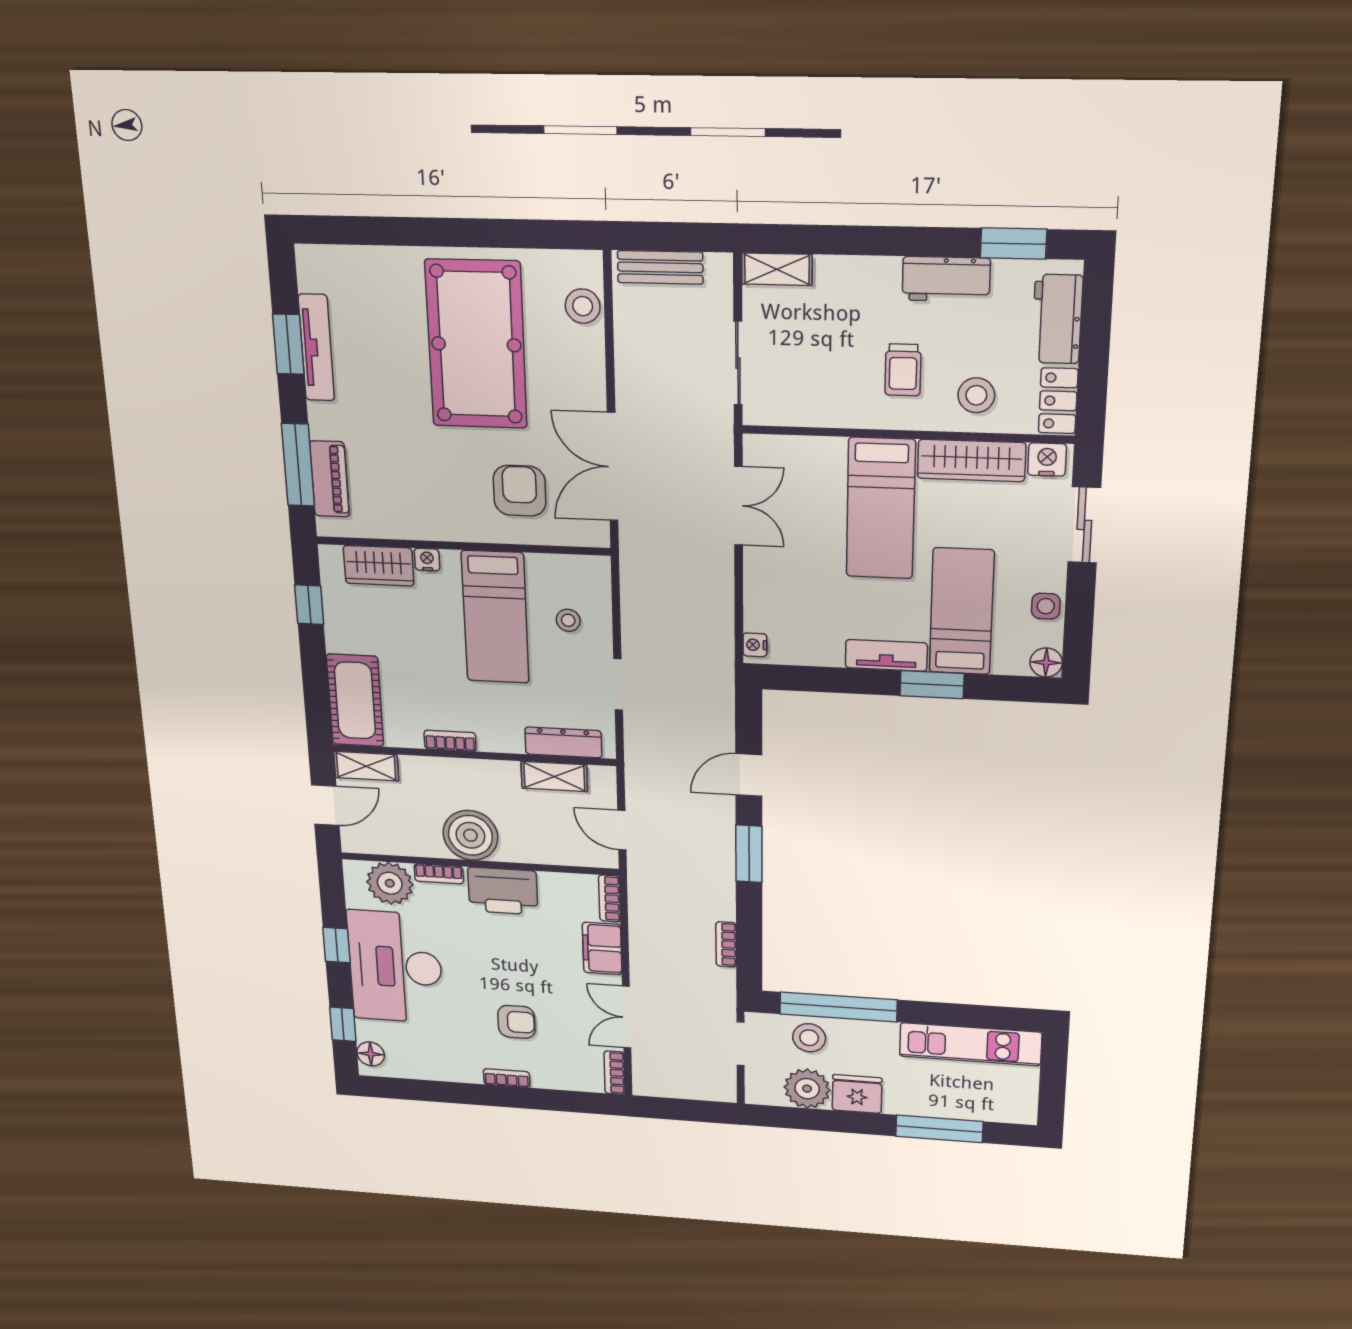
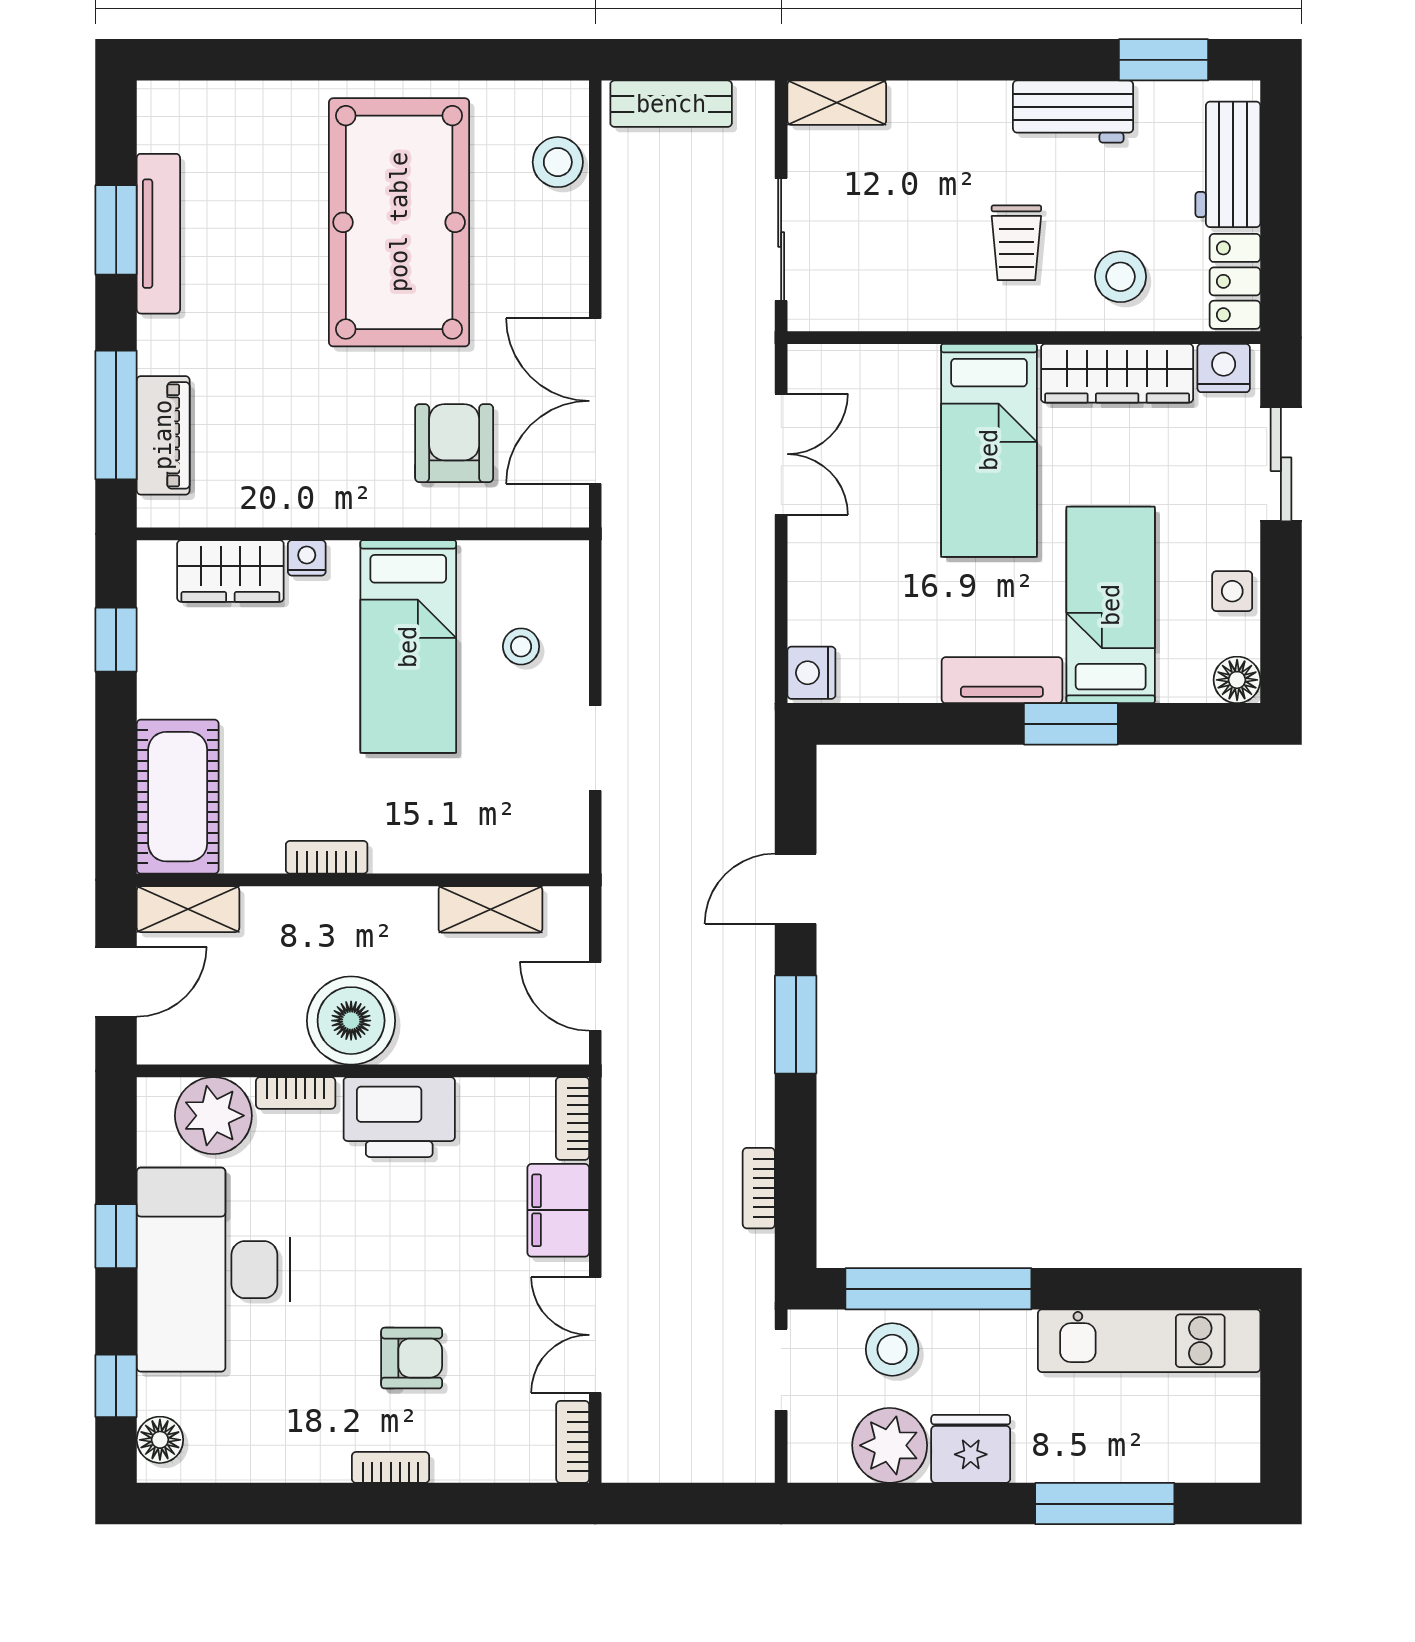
nightstand: (755, 645) -> (811, 673), width x1.39, depth x1.35
dresser: (563, 742) -> (507, 850), removed

